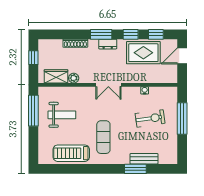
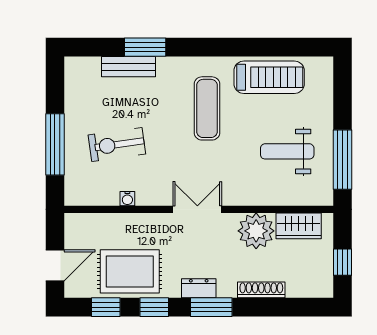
plant: (74, 78) -> (256, 231), width x1.87, depth x1.87

